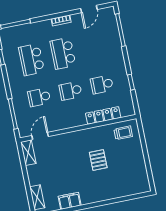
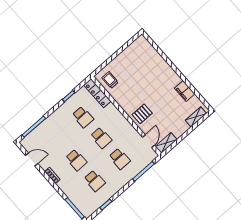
school desk: (63, 53) -> (76, 160), width x0.54
school desk: (32, 60) -> (95, 181), width x0.54
locker: (103, 115) -> (97, 93), moved
door: (40, 136) -> (148, 141), swing flipped
pallet: (98, 160) -> (142, 114), moved

